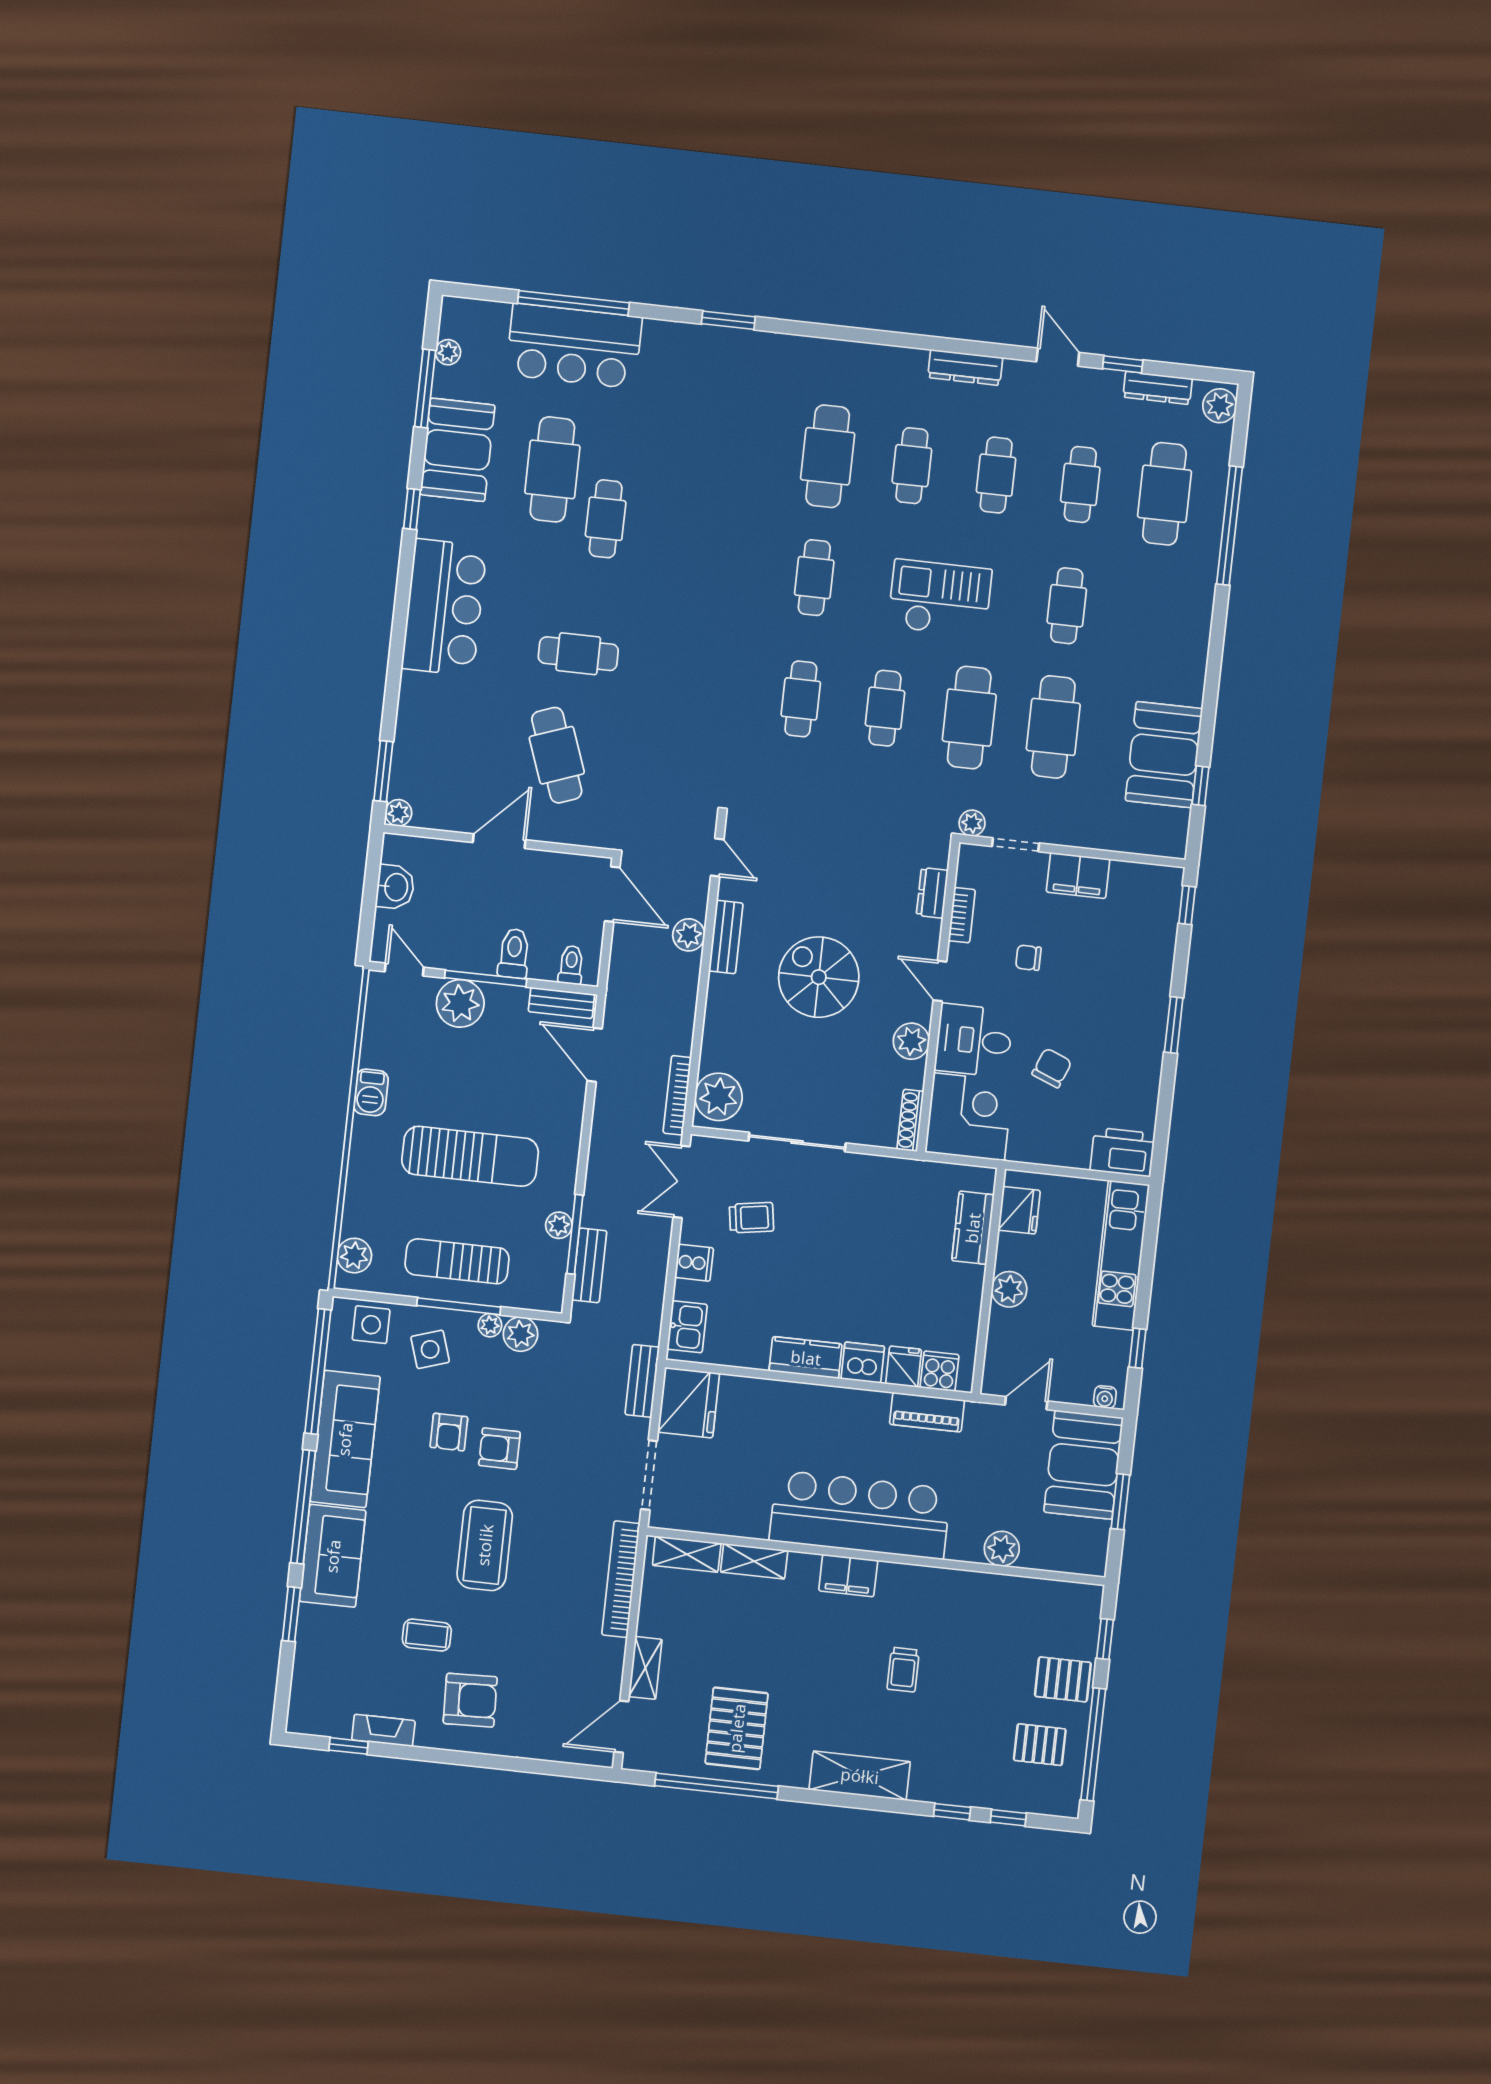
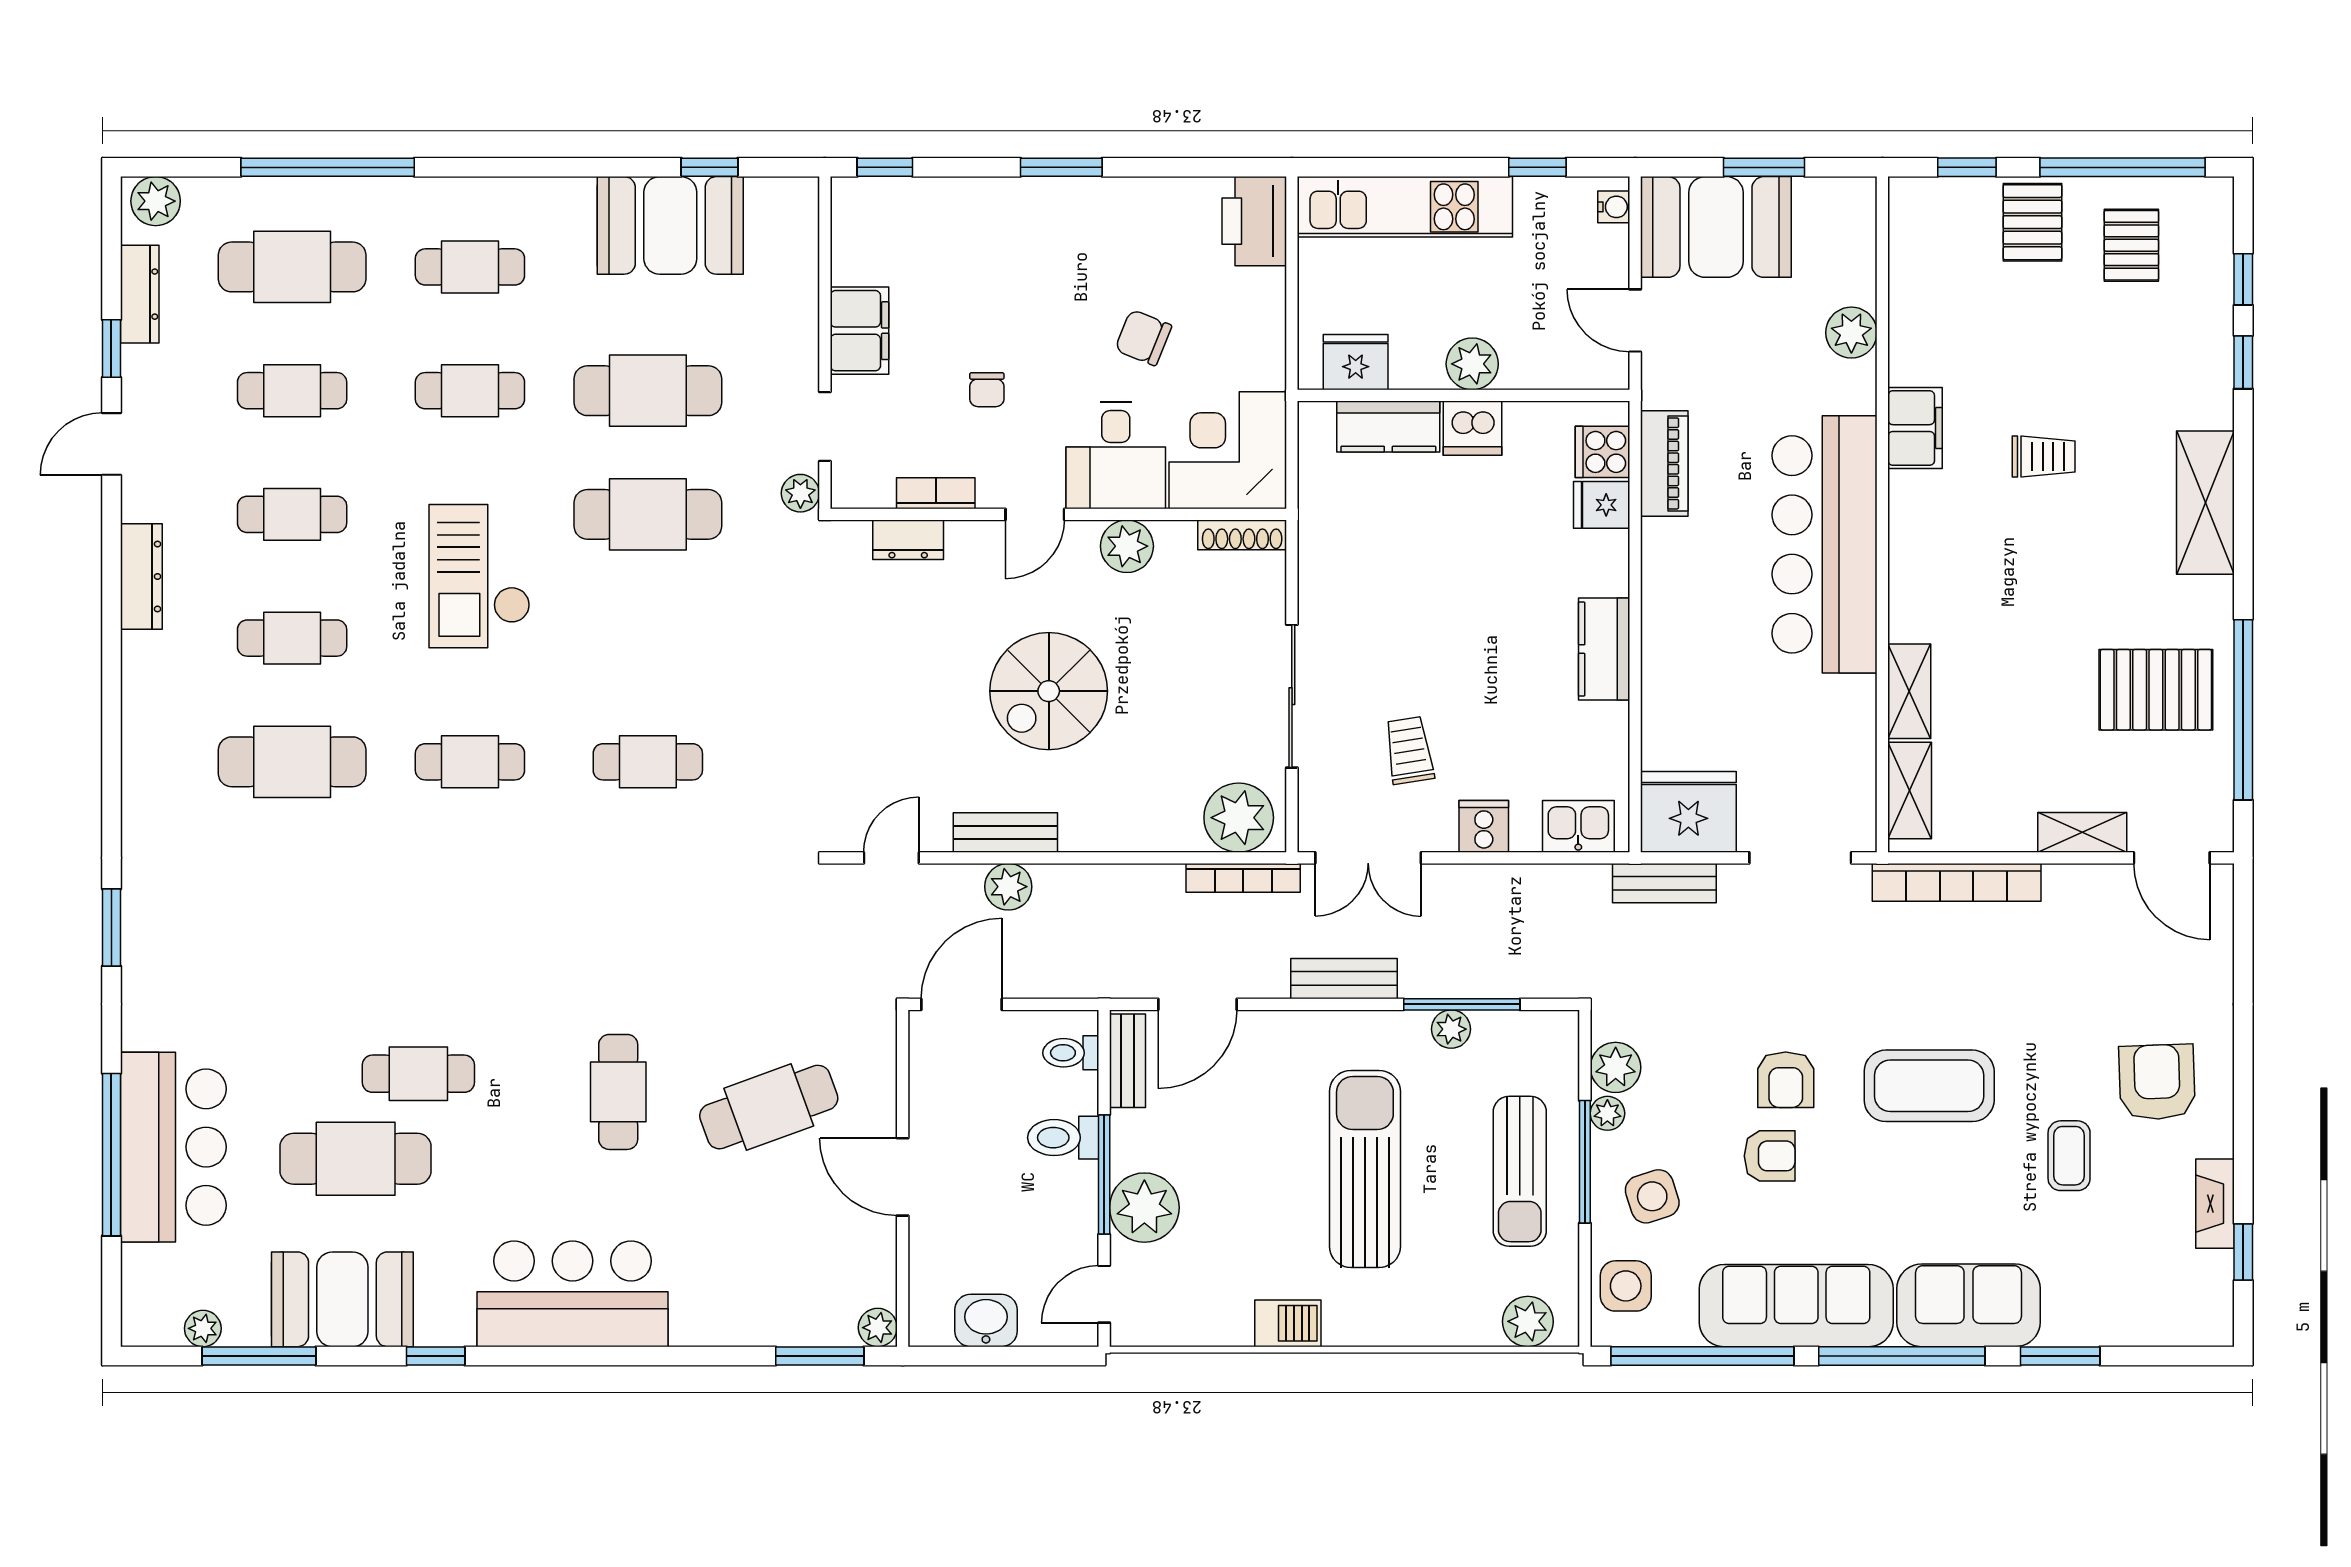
cafe table: (885, 708) -> (470, 267), moved
bench: (589, 1265) -> (1344, 979), moved
dishwasher: (863, 1363) -> (1473, 428), moved, turned -90
filing cabinet: (848, 1575) -> (1915, 428), moved

